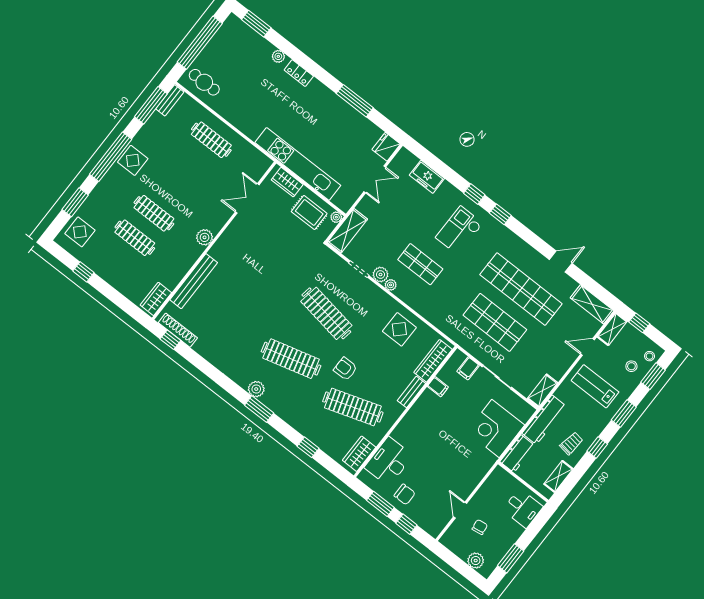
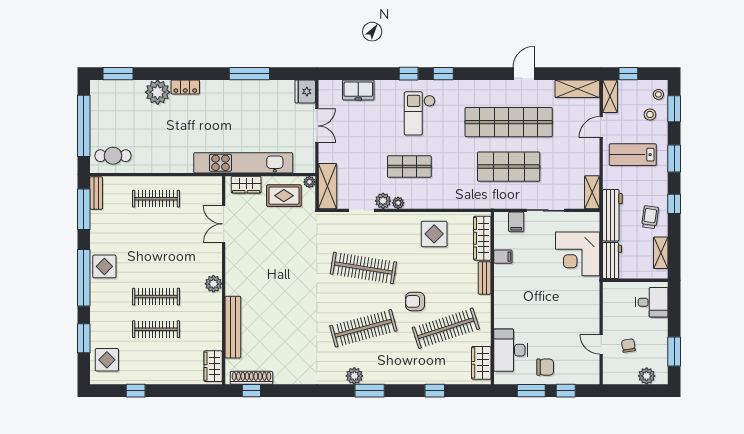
plant: (278, 56) -> (158, 92), width x1.87, depth x1.87

